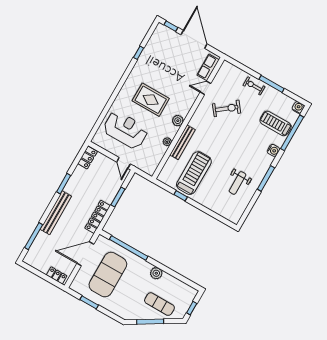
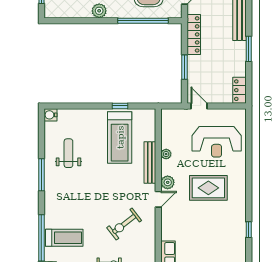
door: (206, 88) -> (158, 199), moved
water cooler: (273, 150) -> (50, 115), moved

